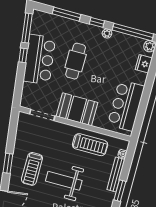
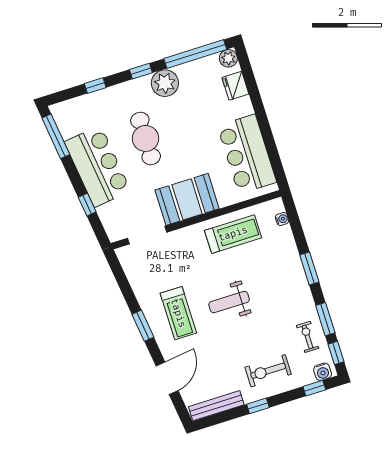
window: (67, 14) -> (95, 86), width x0.46
plant: (107, 33) -> (165, 83), width x1.88, depth x1.88
window: (23, 55) -> (87, 205), moved
bench: (116, 175) -> (291, 251), removed
weight bench: (64, 181) -> (229, 302), width x0.73, depth x0.75

